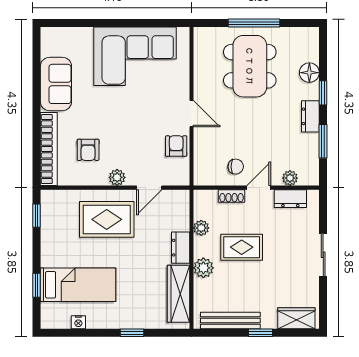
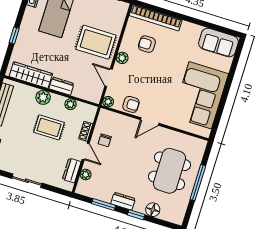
dining table: (250, 66) -> (170, 171), turned 90
sofa: (56, 84) -> (218, 43), moved
plant: (182, 178) -> (108, 102), added
rug: (107, 219) -> (96, 42), turned 90
rug: (242, 247) -> (49, 127), turned 90

